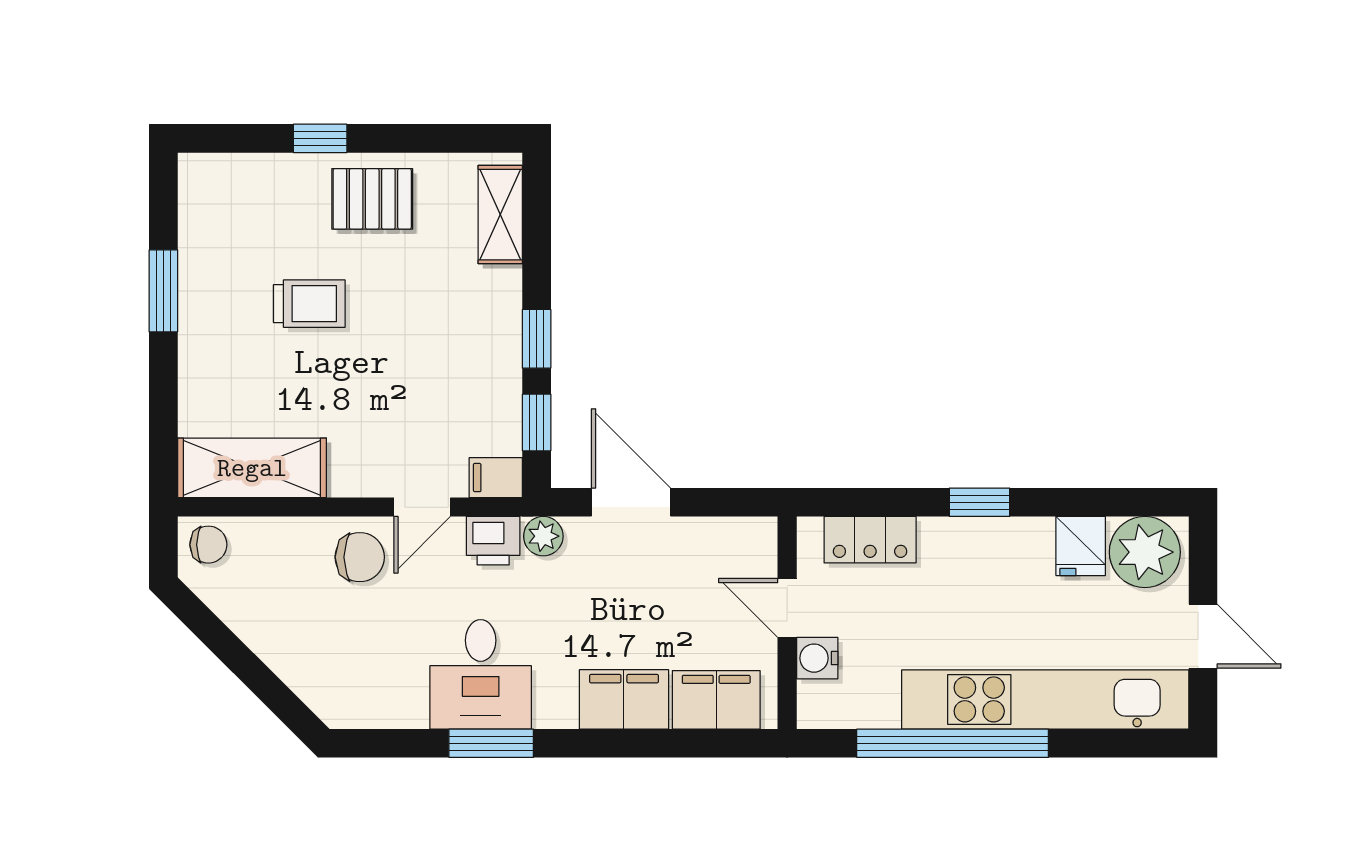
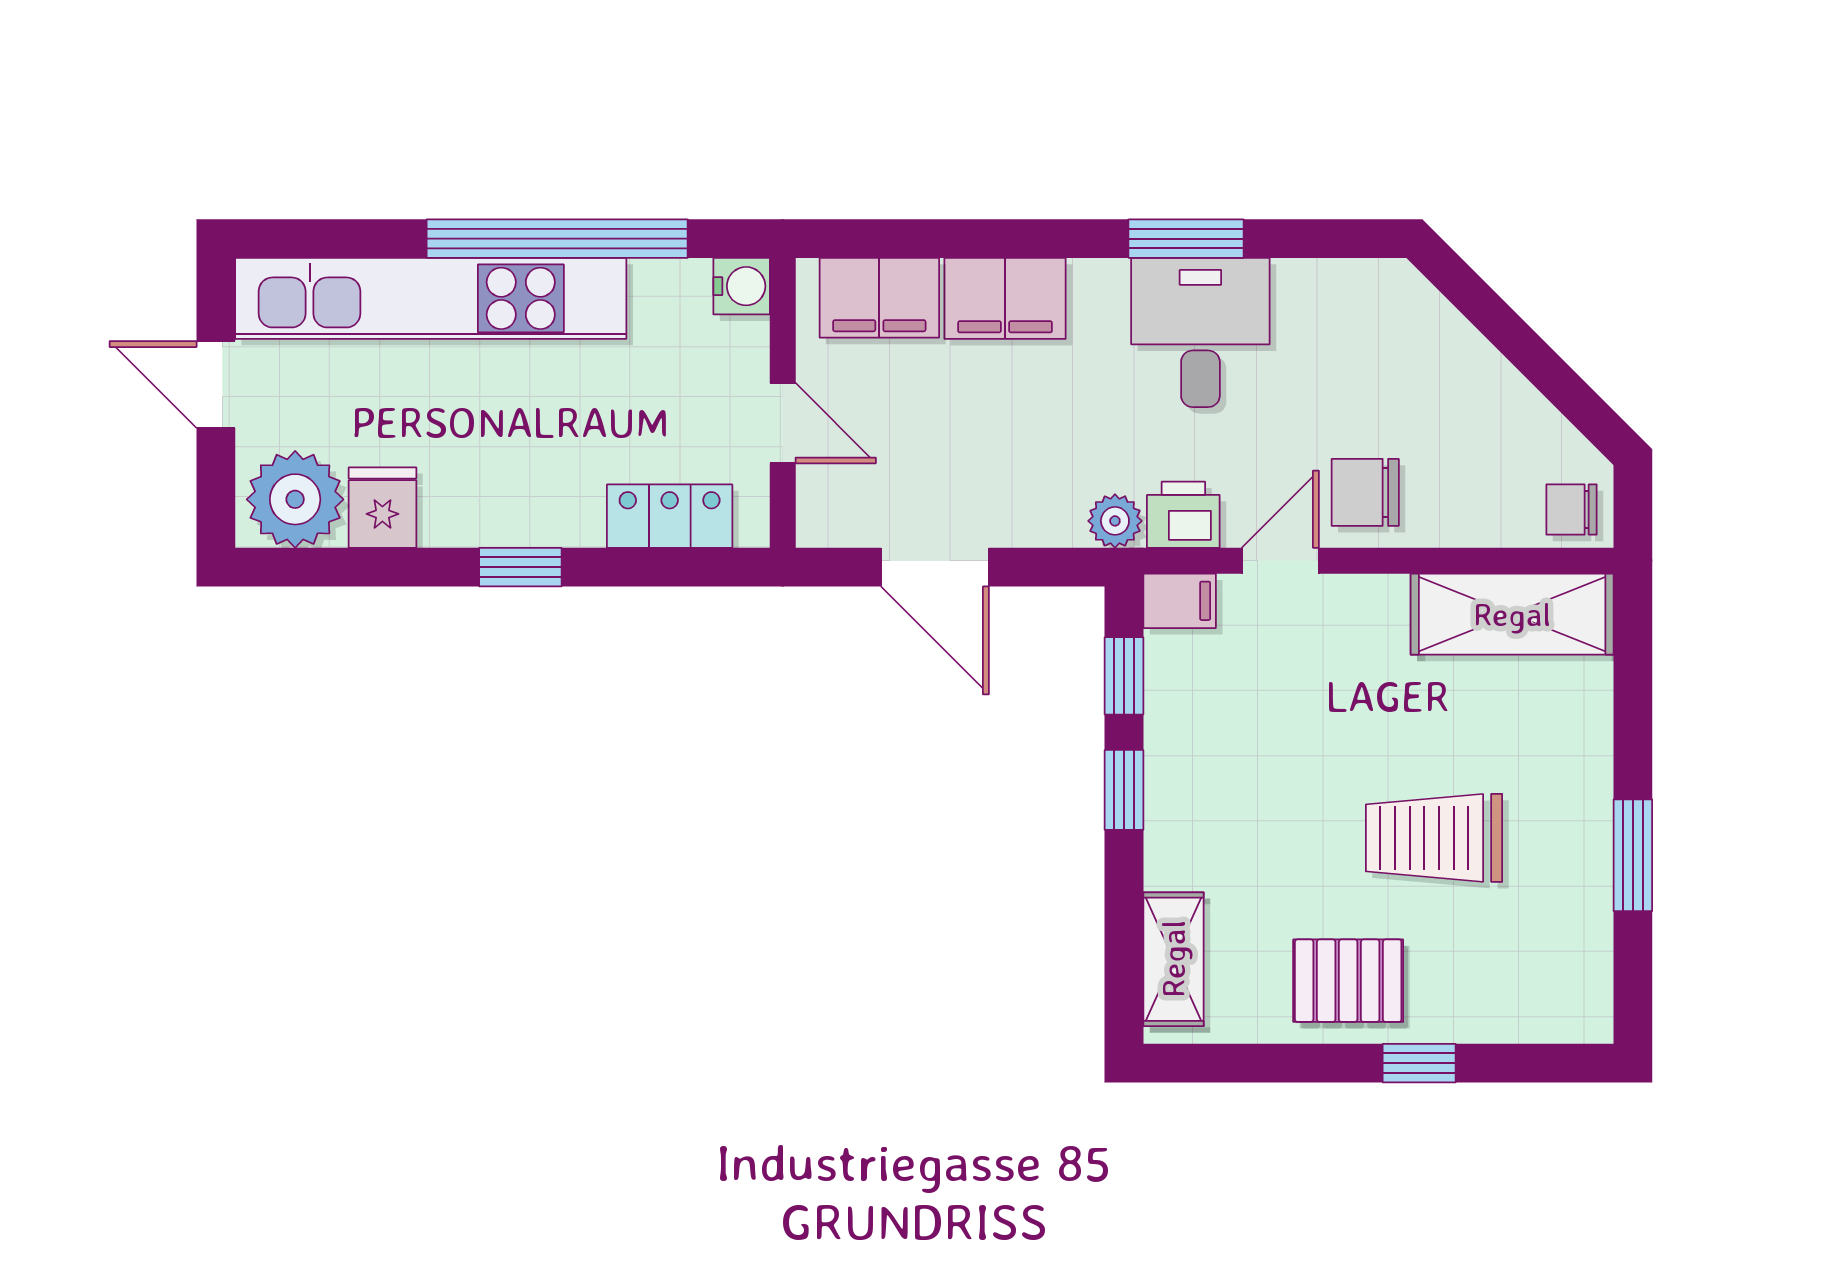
trolley: (309, 304) -> (1434, 838), width x1.36, depth x1.39
door: (631, 502) -> (935, 567), moved
water cooler: (817, 658) -> (742, 286), moved

